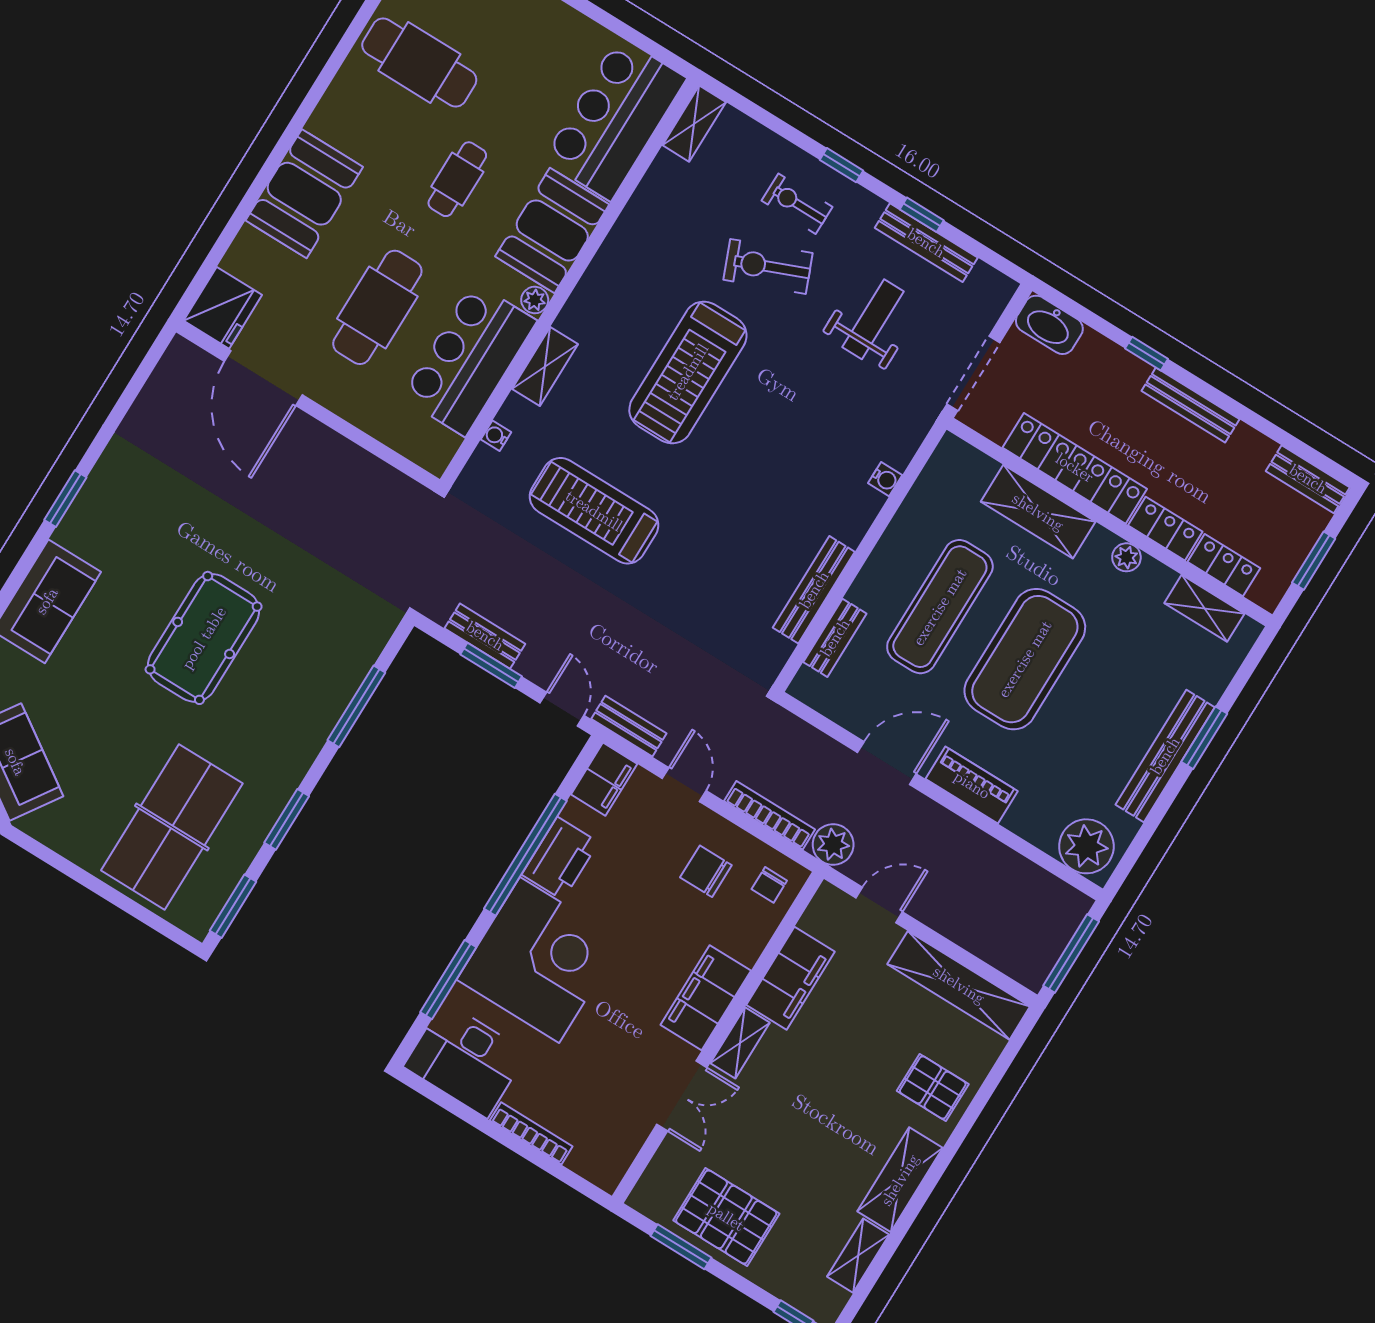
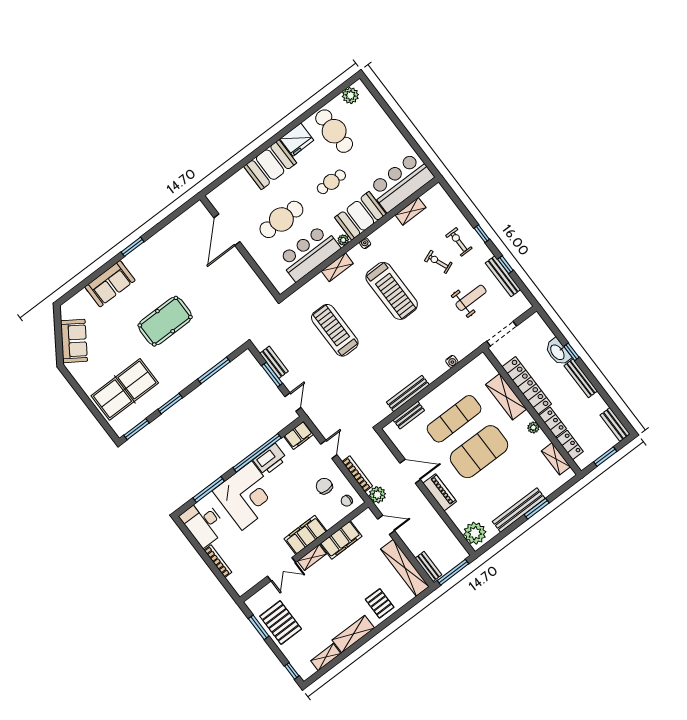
shelving: (694, 124) -> (411, 211), moved
exercise bike: (768, 266) -> (438, 262), width x0.73, depth x0.72
fridge: (223, 308) -> (297, 140), moved
washbasin: (1049, 325) -> (558, 352), moved
treadmill: (688, 372) -> (392, 291), turned -90
water cooler: (496, 436) -> (365, 243), moved
bench: (629, 726) -> (428, 566), moved

